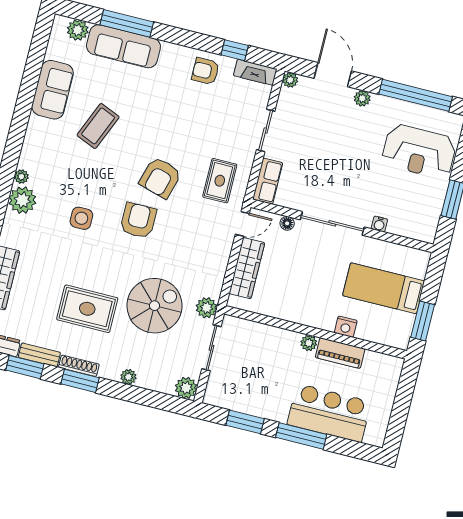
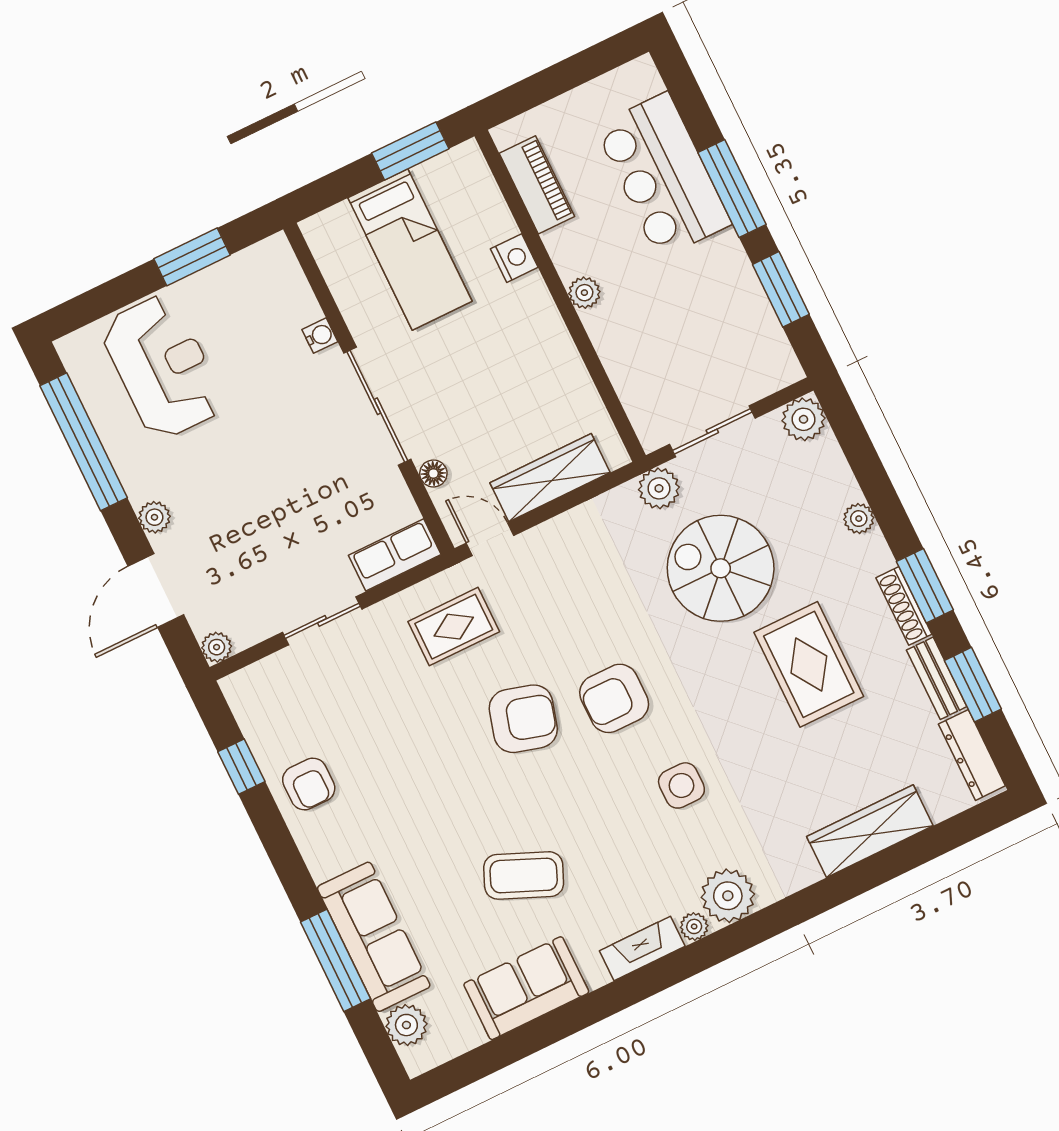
fireplace: (255, 72) -> (642, 948), moved, turned -90
piano: (340, 353) -> (537, 185), moved

